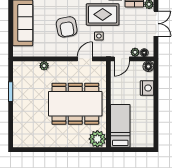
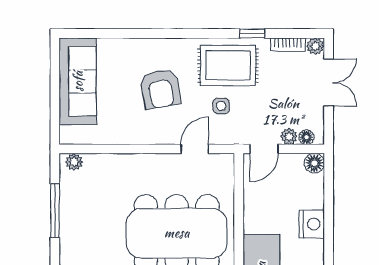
plant: (44, 66) -> (74, 162), moved
nightstand: (147, 88) -> (312, 224), moved
window: (11, 92) -> (55, 211), width x1.44

